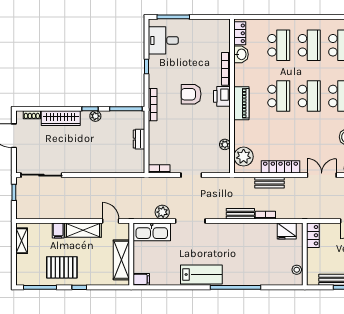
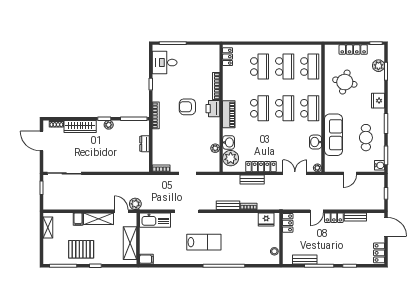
washbasin: (241, 54) -> (229, 142), moved
plant: (162, 212) -> (135, 204), moved
lab bench: (201, 275) -> (204, 242), moved

